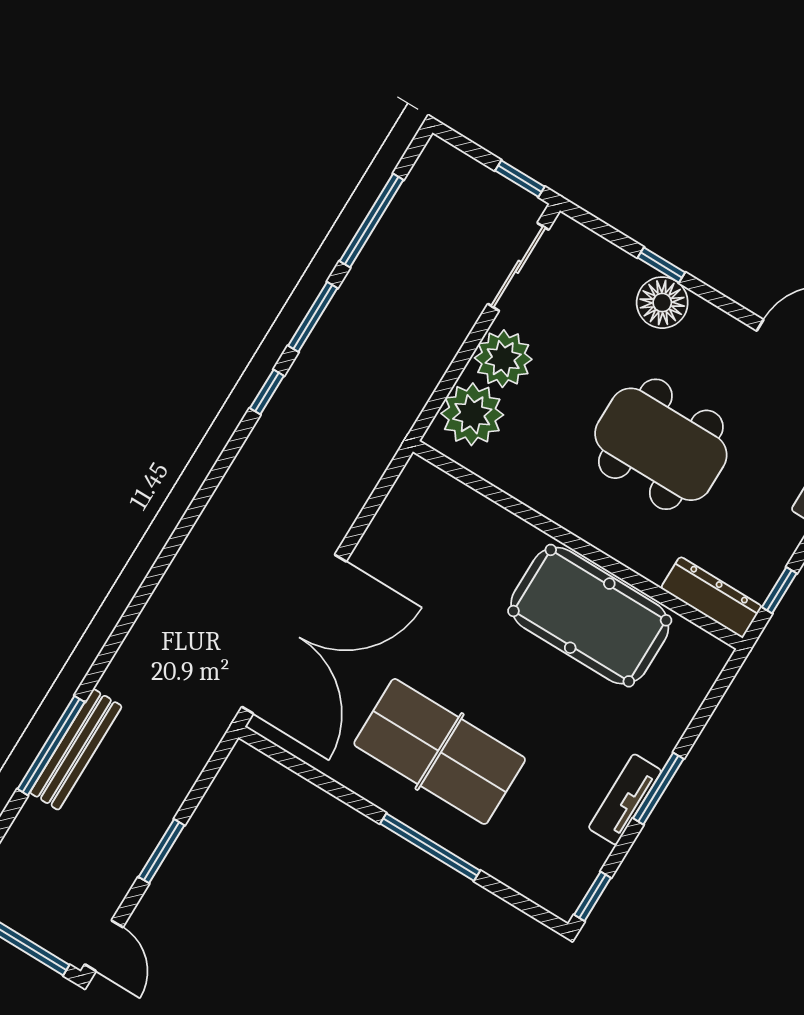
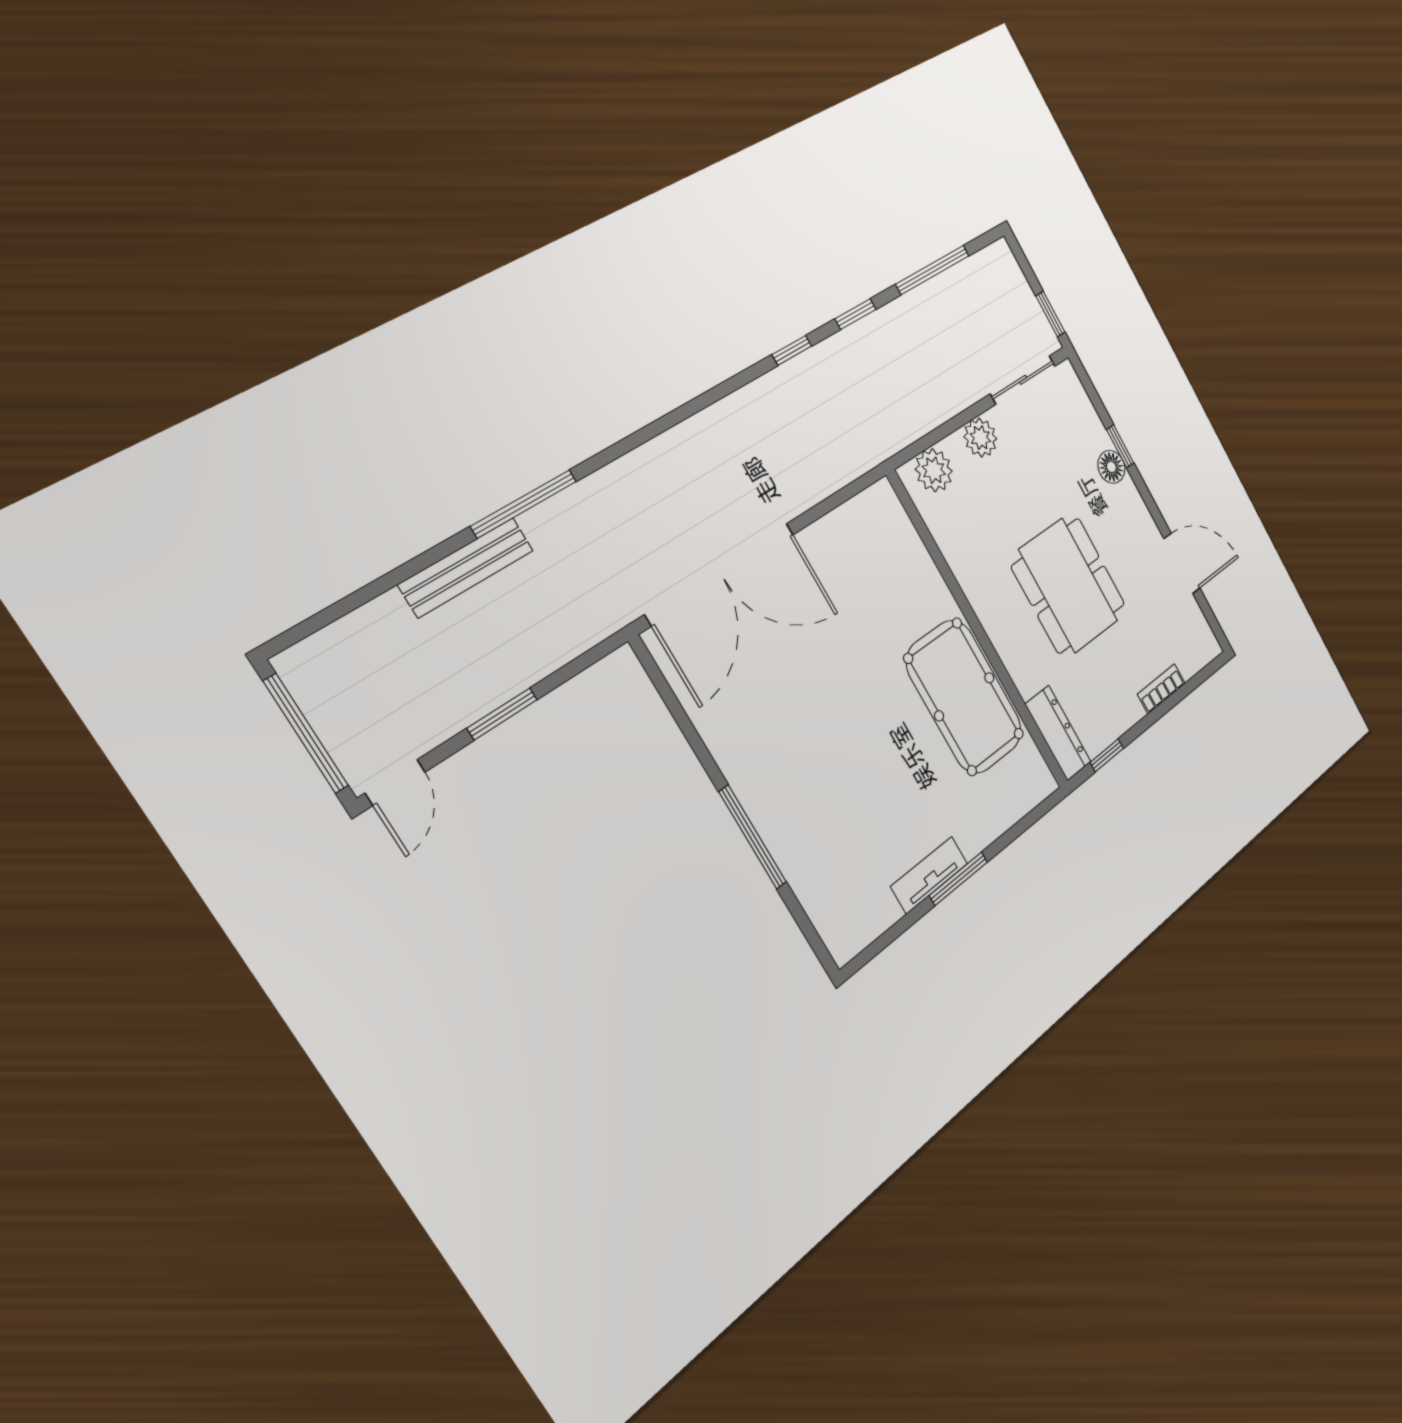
floor lamp: (662, 303) -> (1111, 467), width x0.73, depth x0.73
window: (313, 317) -> (855, 314), width x0.67
plant: (503, 359) -> (980, 438), width x0.73, depth x0.73
plant: (472, 414) -> (934, 470), width x0.73, depth x0.73
window: (51, 746) -> (524, 504), moved
table tennis table: (440, 751) -> (798, 751), removed
window: (593, 896) -> (869, 953), removed

